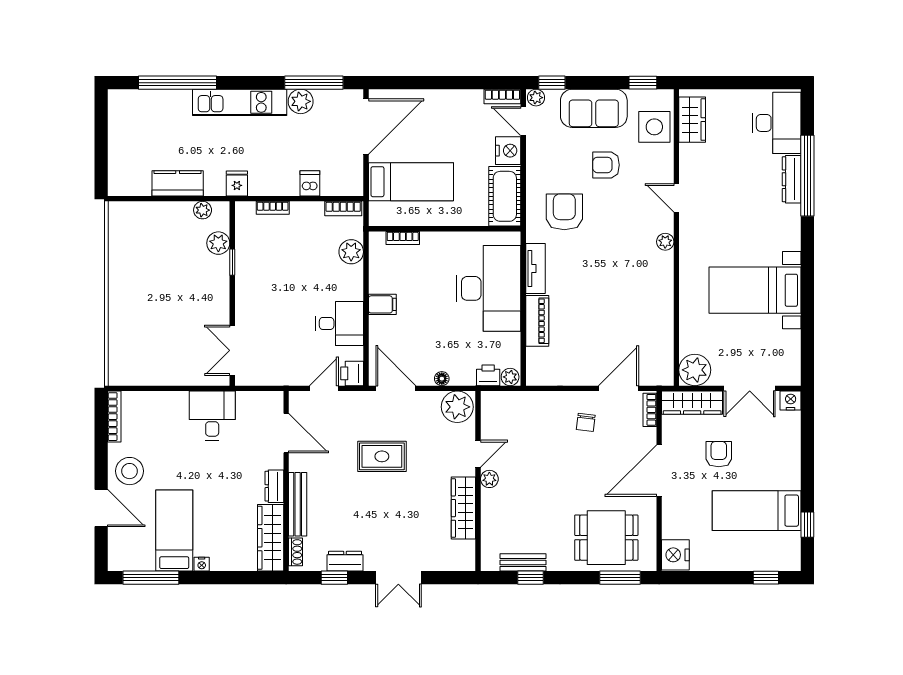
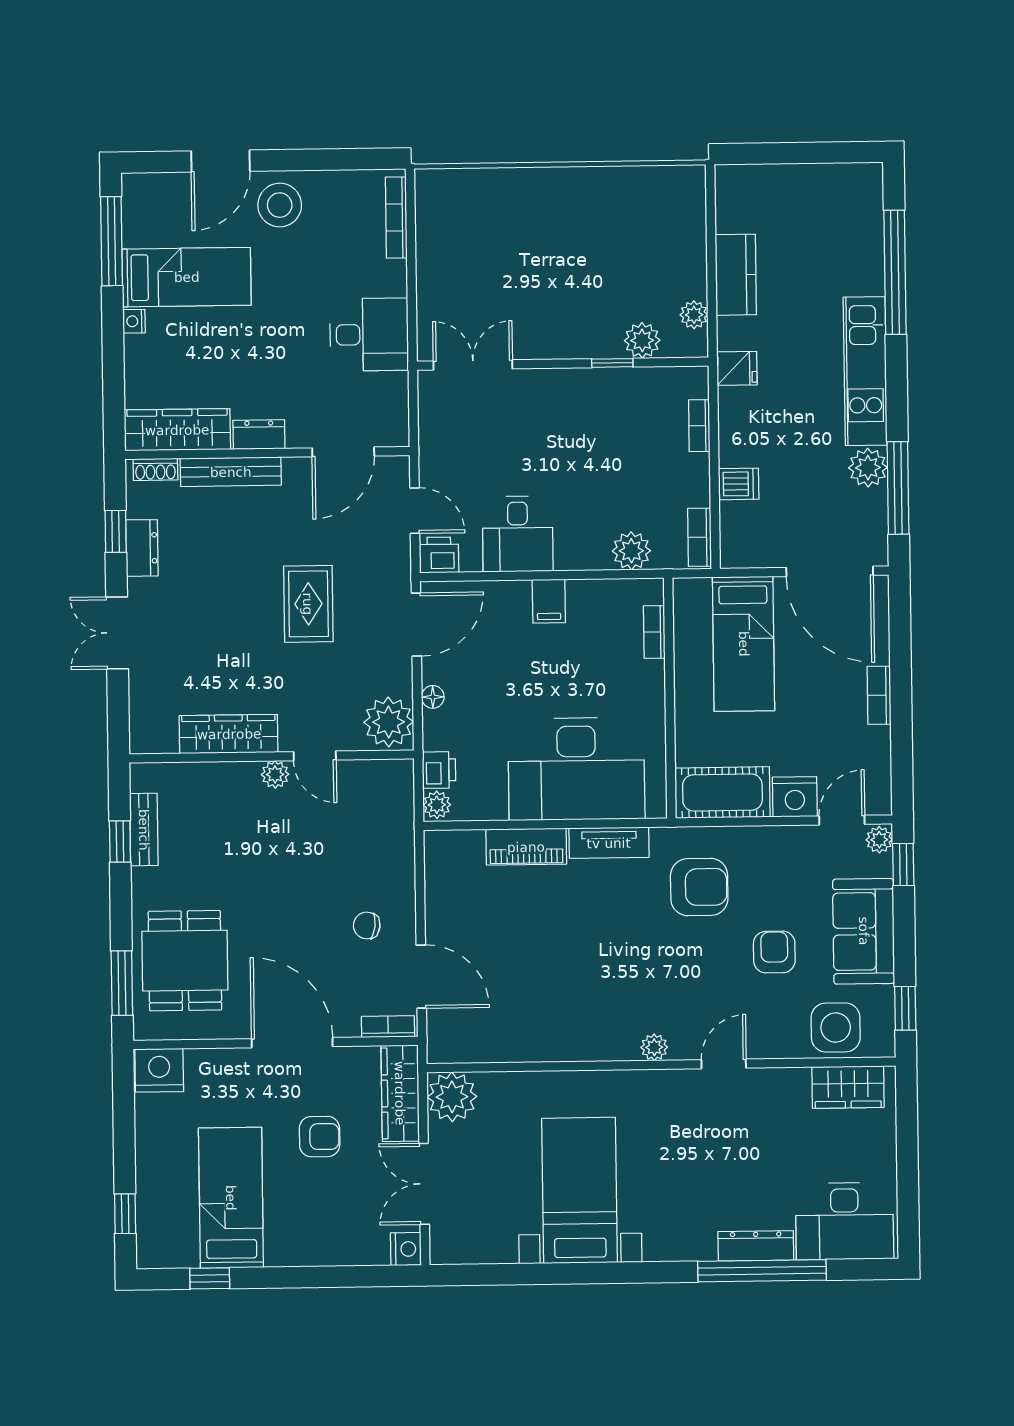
bookcase: (502, 96) -> (879, 695), moved
bookcase: (114, 417) -> (396, 218), moved, turned 90

